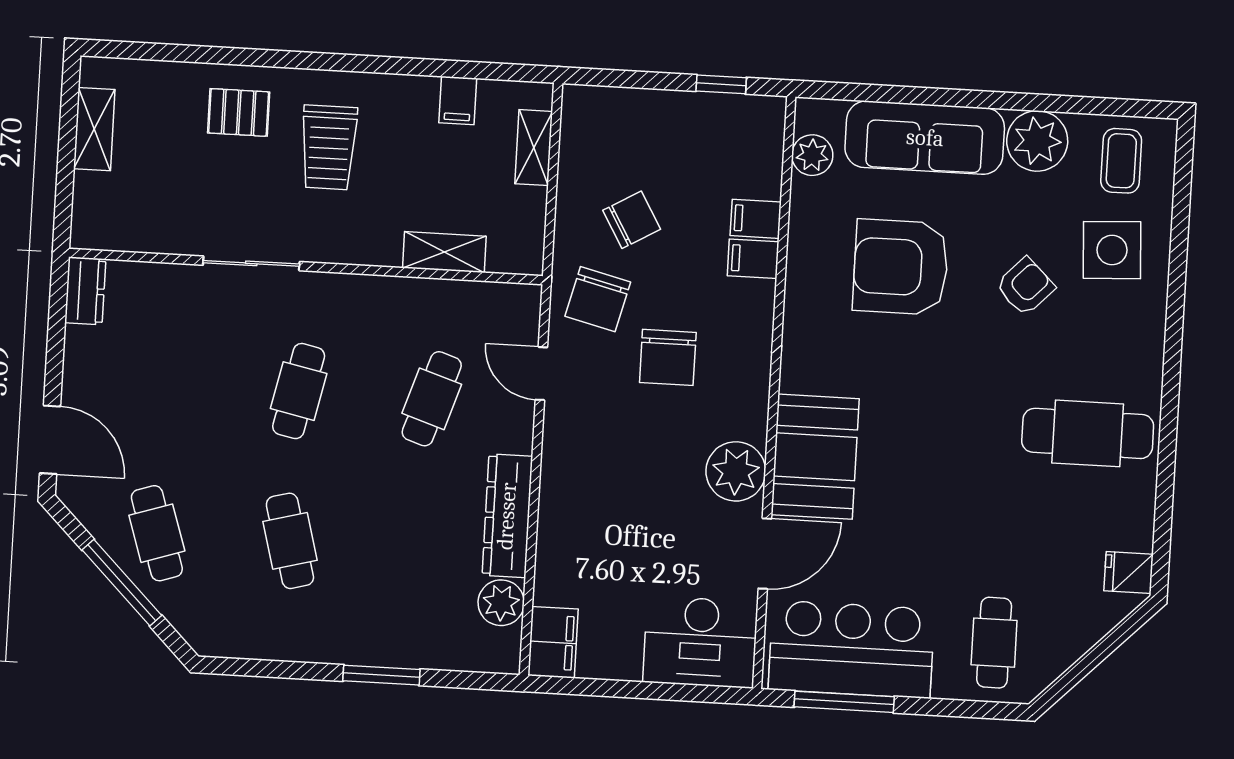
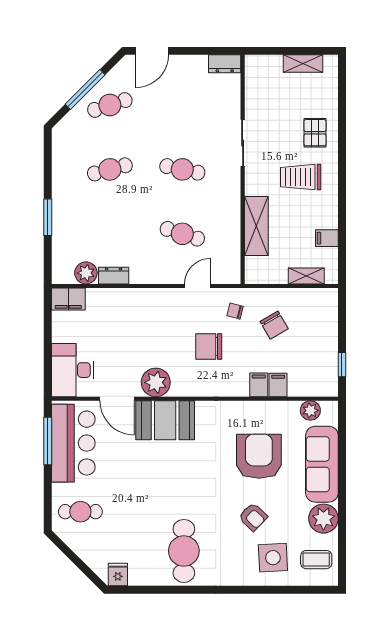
shelving: (444, 252) -> (256, 226), width x1.50, depth x1.33
chair: (598, 299) -> (235, 311), width x0.54, depth x0.54
dresser: (507, 516) -> (114, 276), width x0.51, depth x0.80

